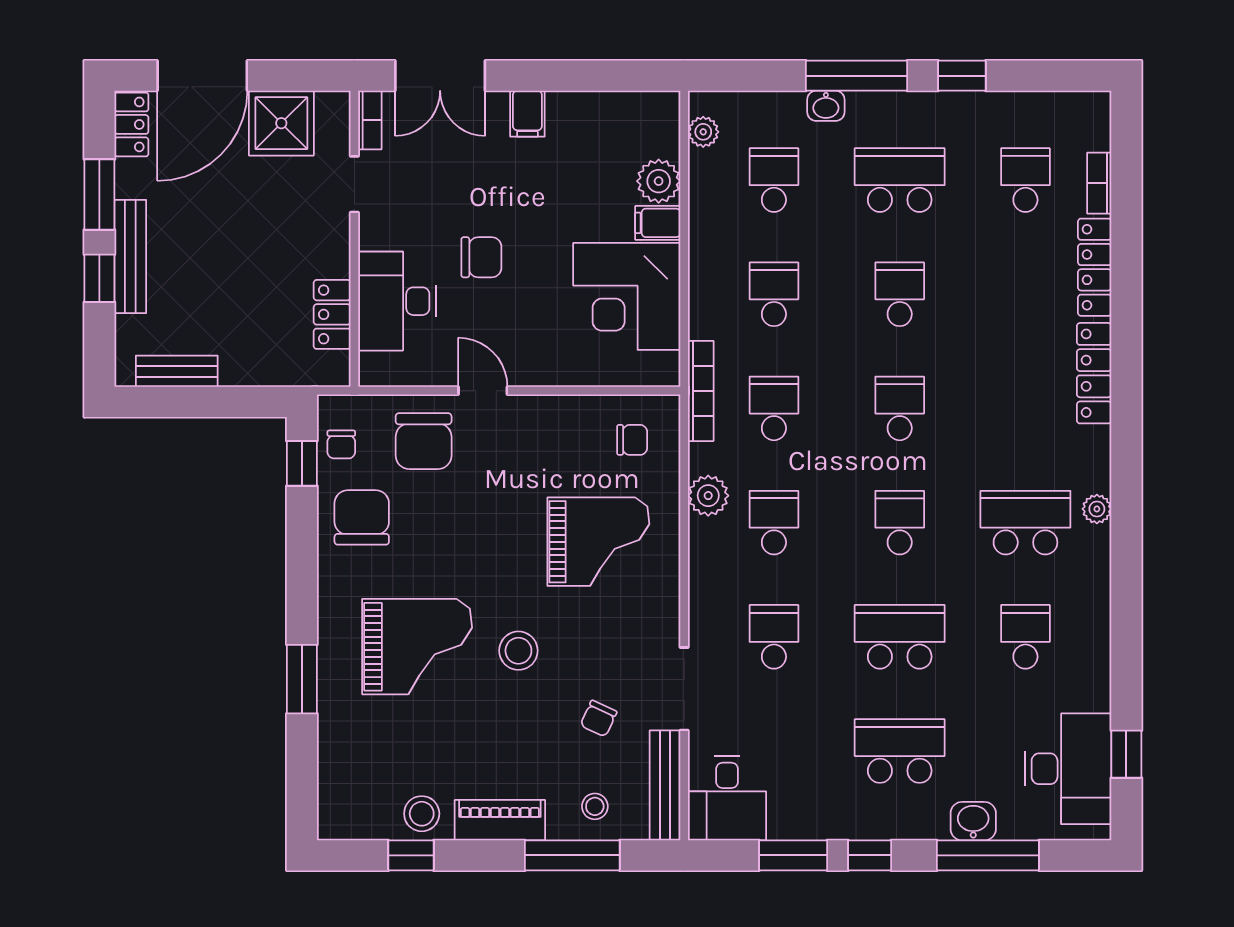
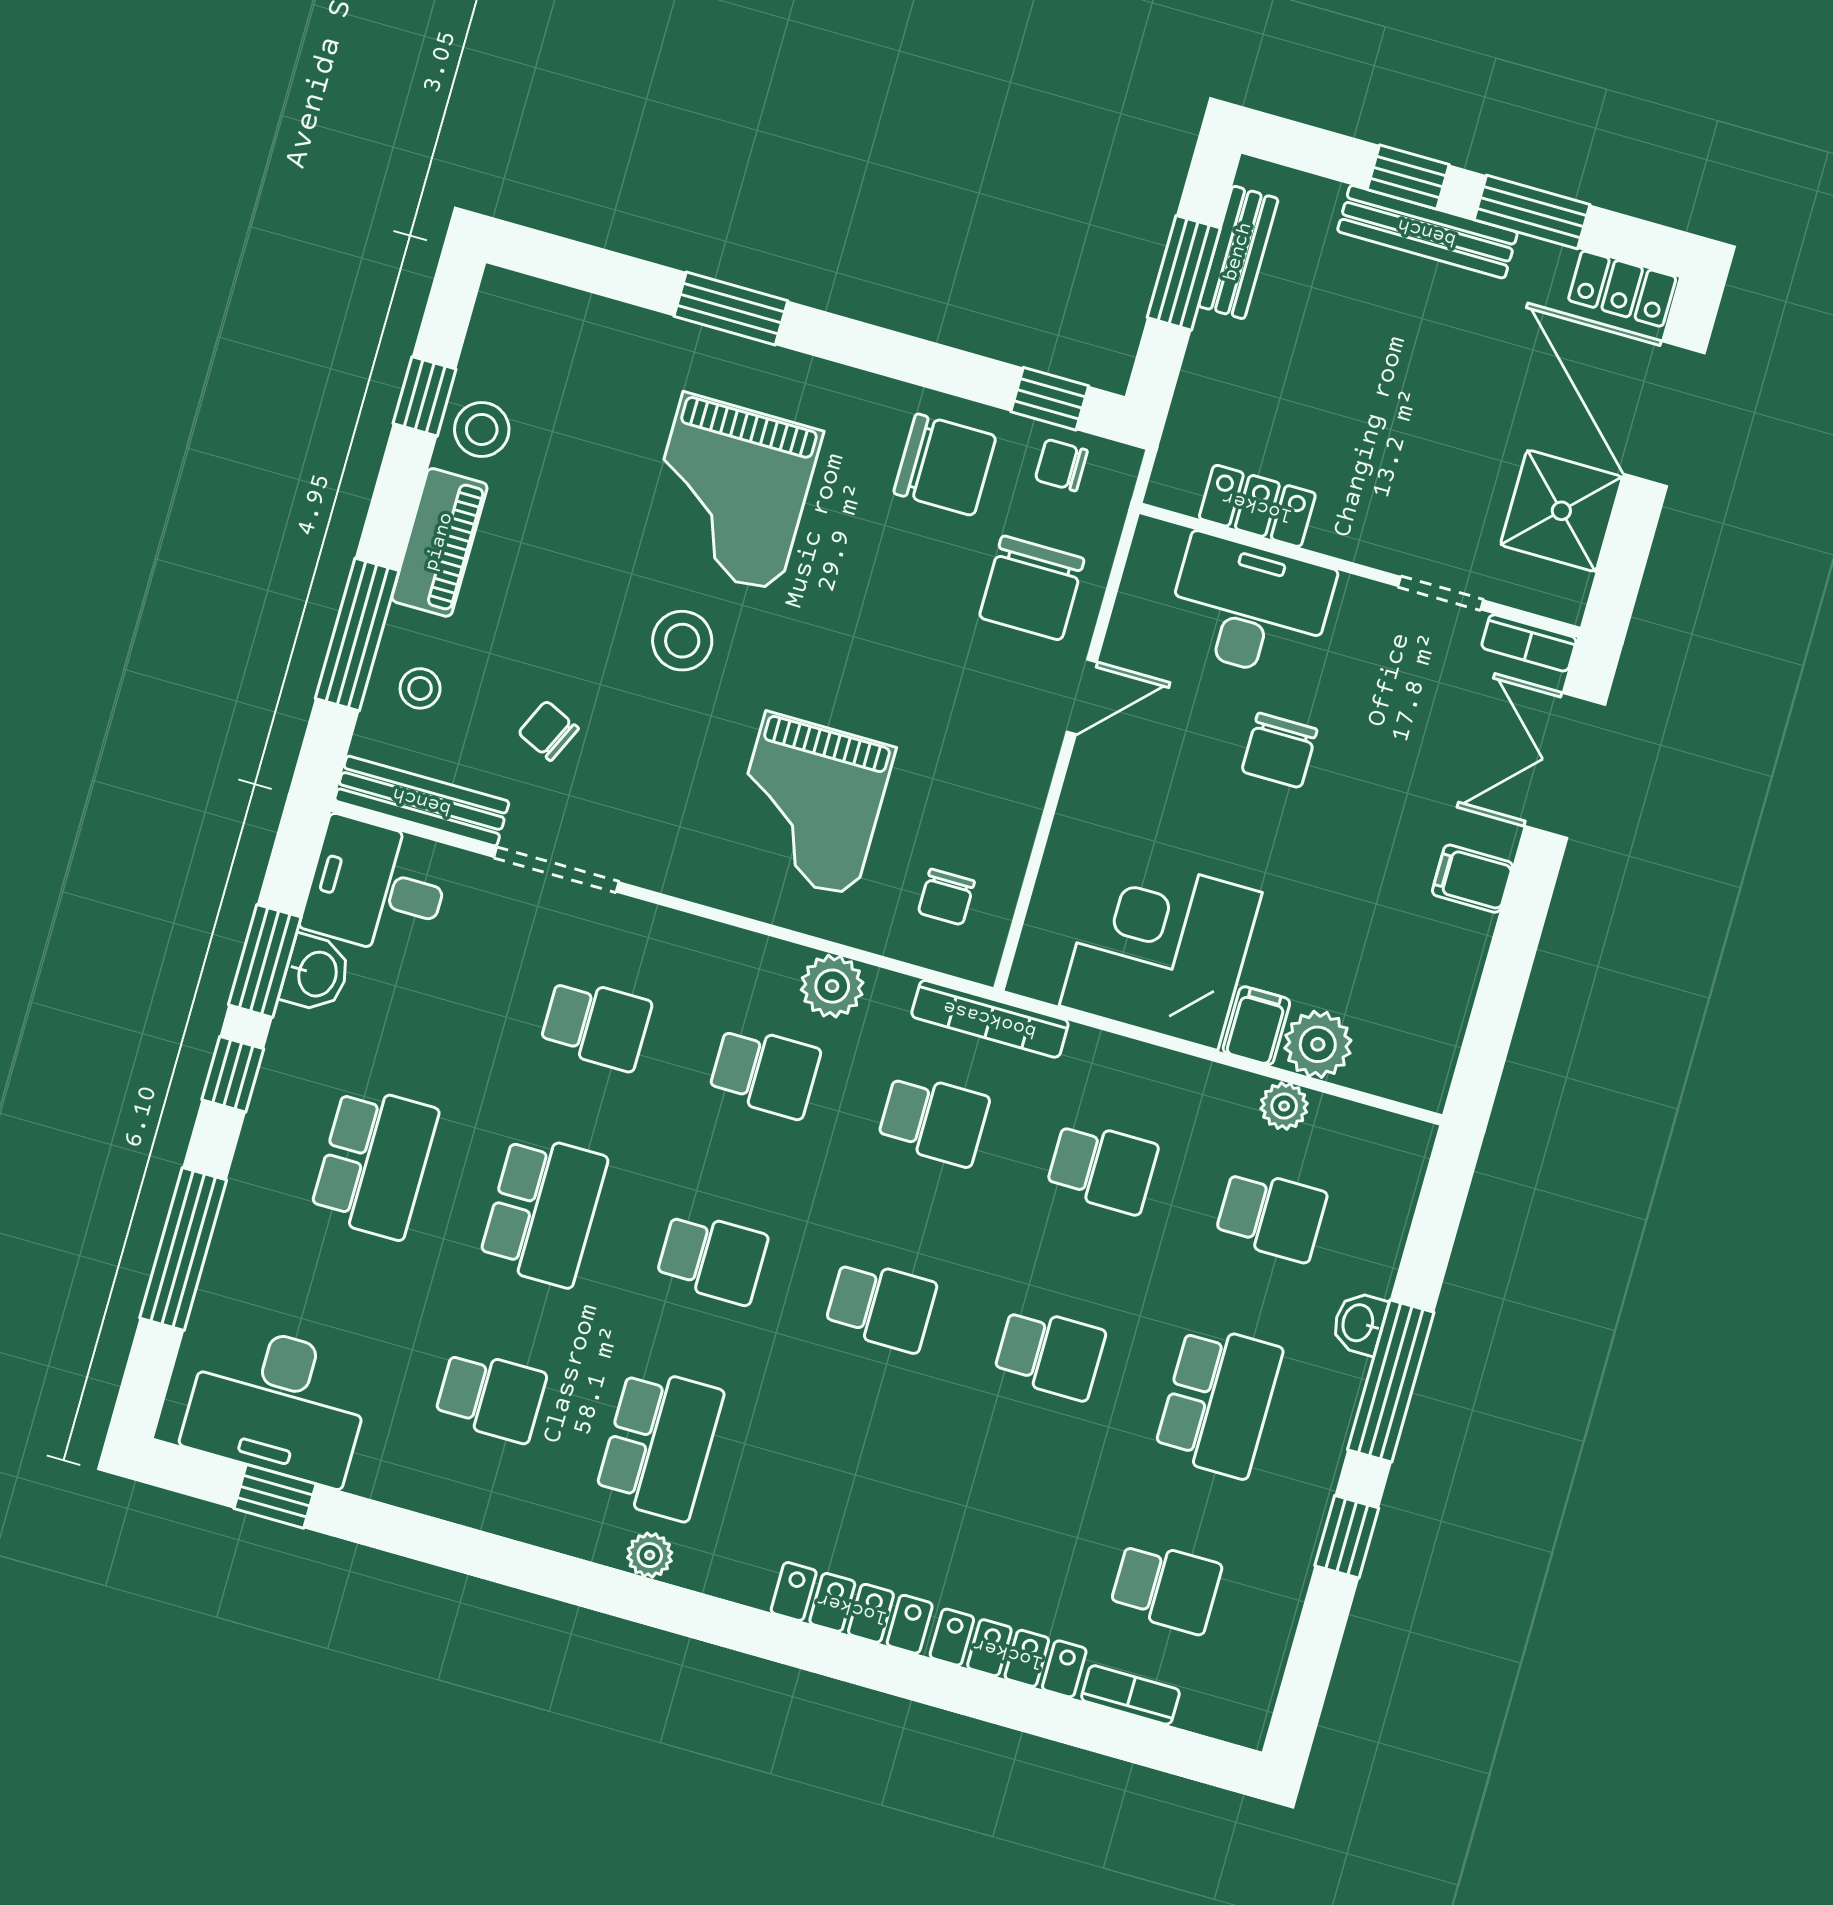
plant: (703, 132) -> (1284, 1106), moved
window: (199, 402) -> (1184, 273), added
chair: (424, 441) -> (1032, 588), turned -90
washbasin: (973, 821) -> (316, 974), moved

